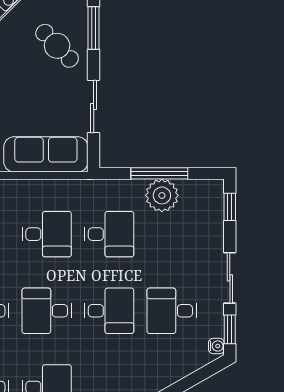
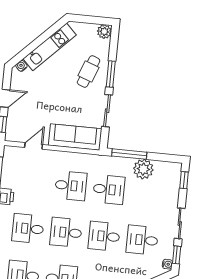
window: (94, 28) -> (111, 74), moved
cafe table: (57, 46) -> (89, 71), turned 65
window: (159, 173) -> (129, 154), moved
desk: (109, 311) -> (104, 236), turned 180

